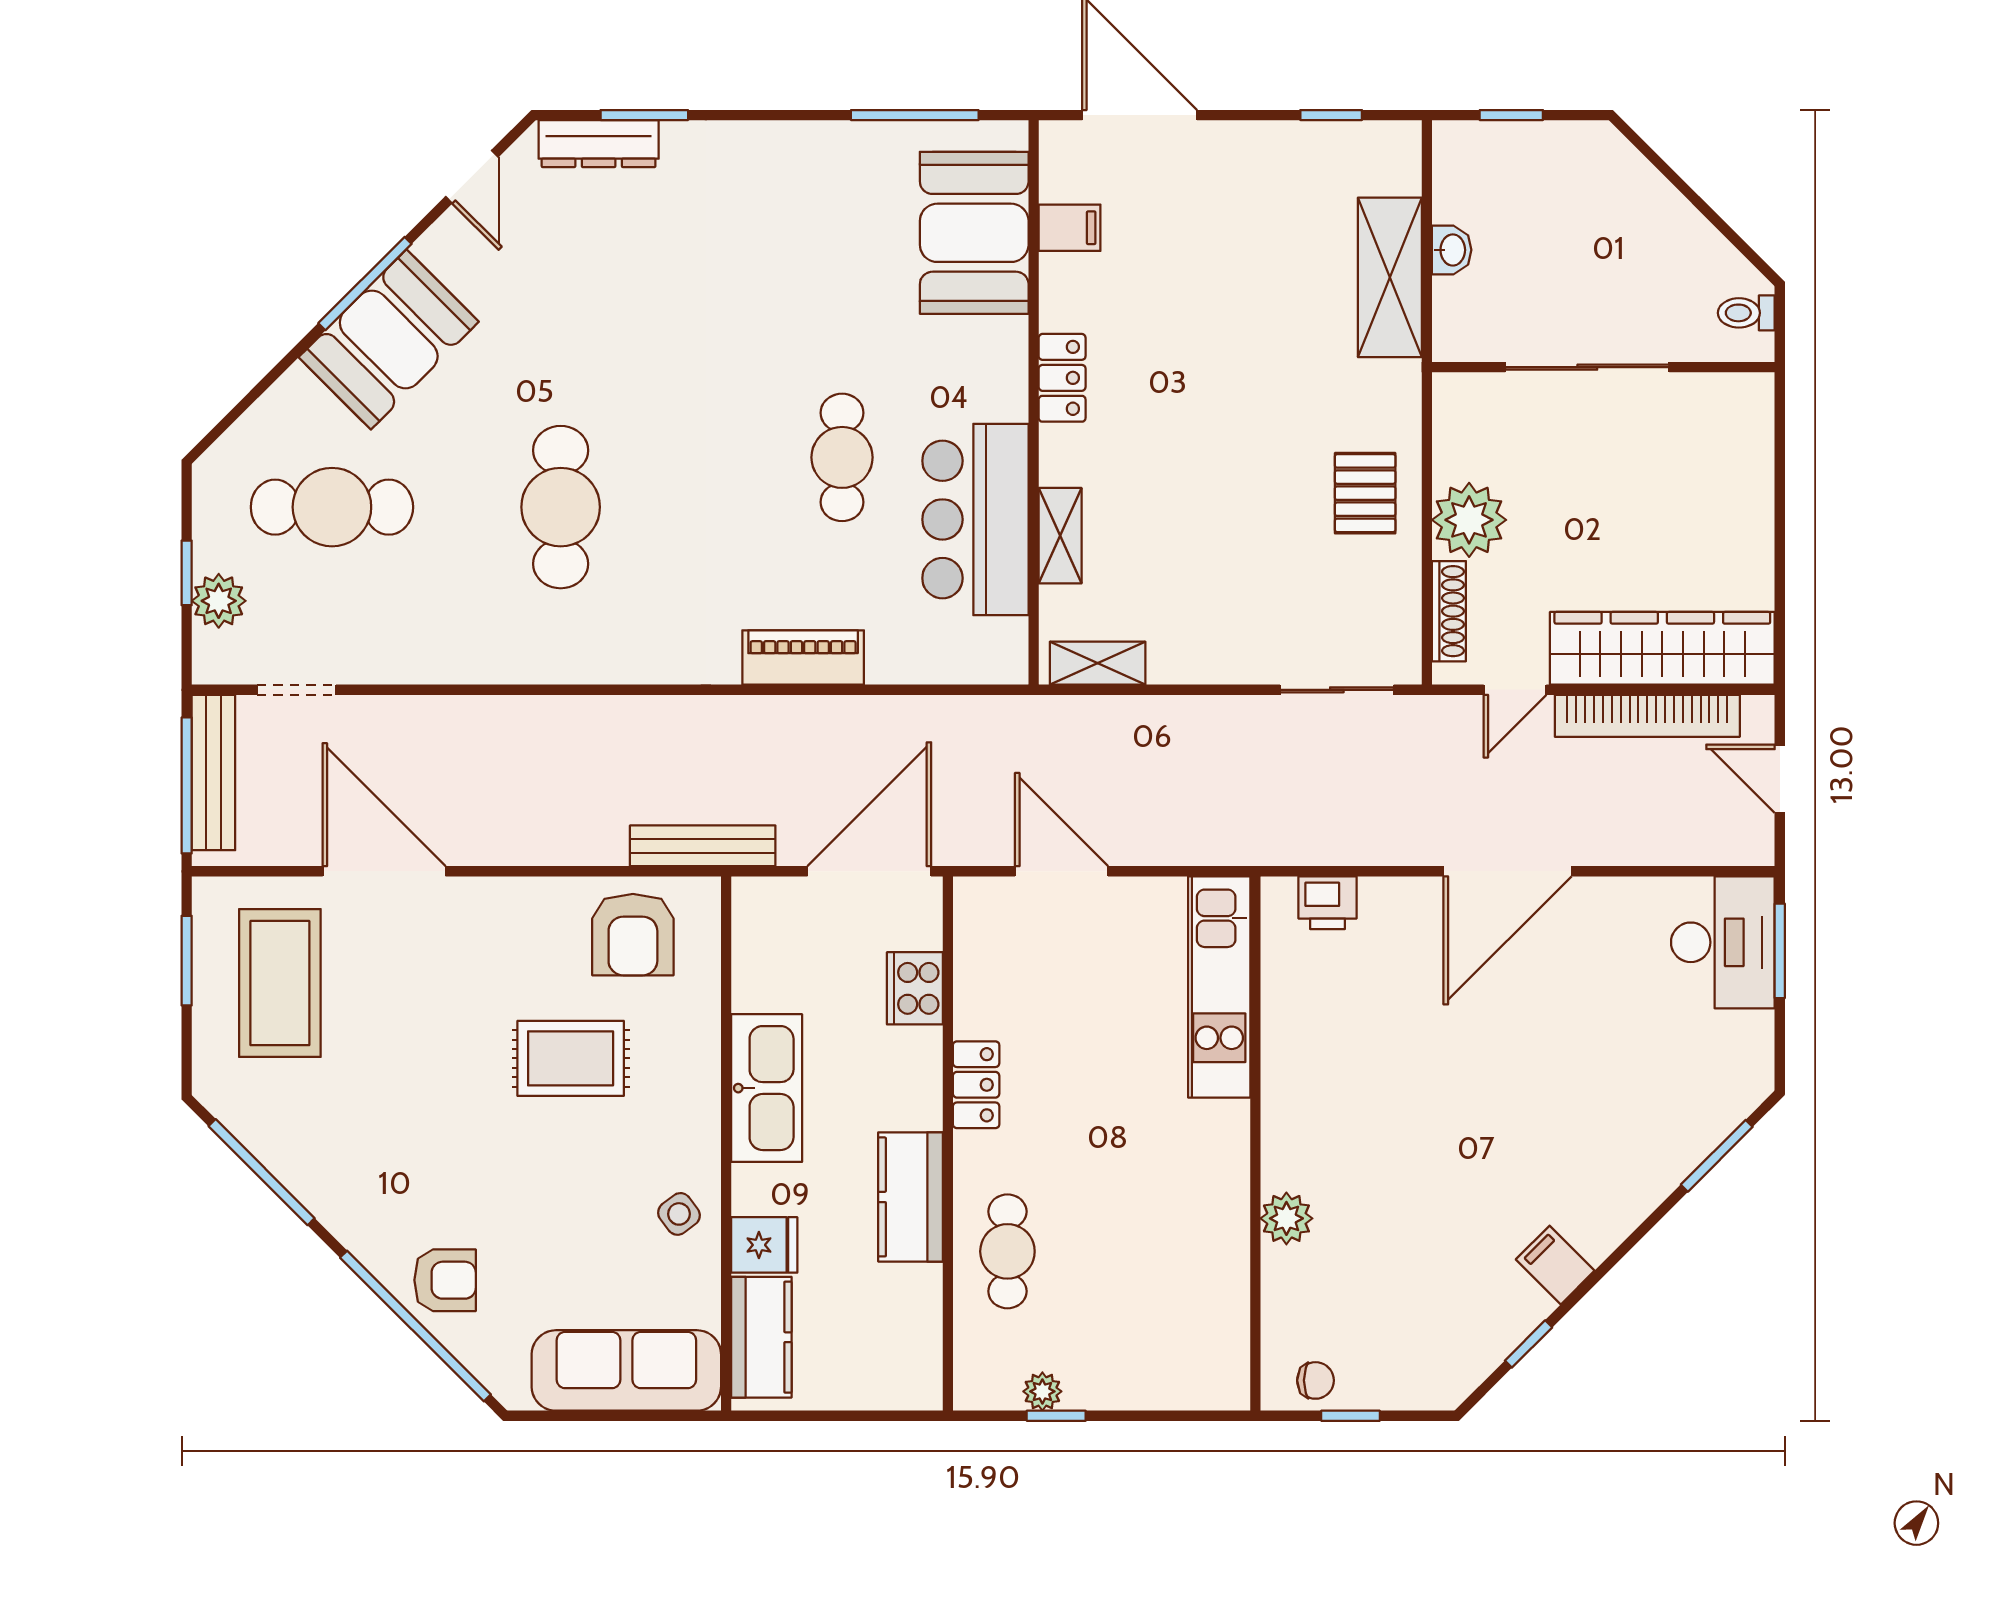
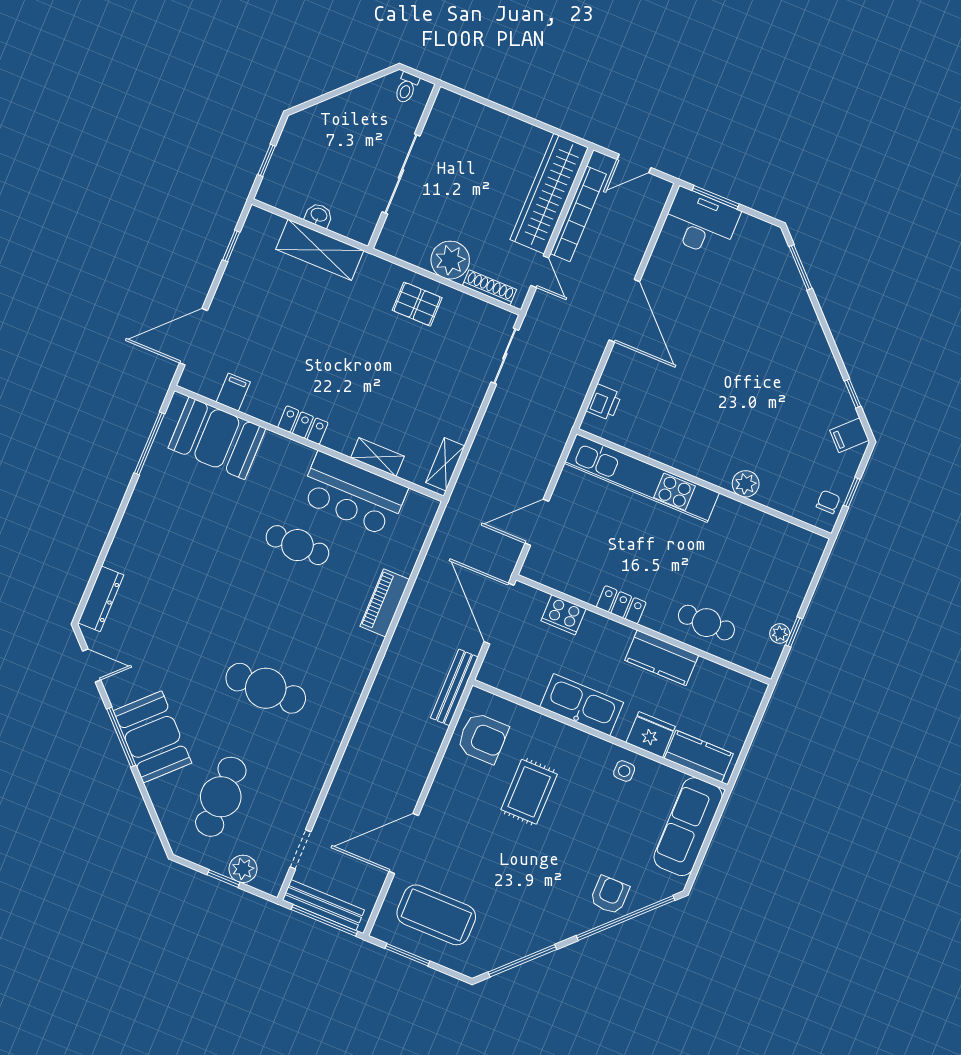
window: (644, 115) -> (96, 572), removed
kitchen unit: (1219, 987) -> (642, 478), width x1.36
side table: (679, 1214) -> (624, 771), turned 37
fridge: (764, 1245) -> (651, 735), width x1.38
filing cabinet: (1555, 1265) -> (849, 435), moved

